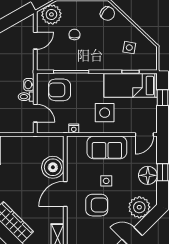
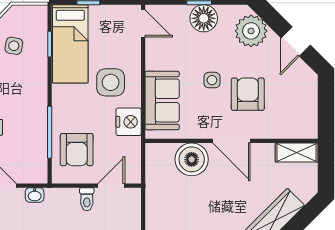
washbasin: (29, 85) -> (35, 195), moved
nightstand: (74, 129) -> (129, 122), width x1.89, depth x1.79
sofa: (107, 147) -> (162, 100), moved

